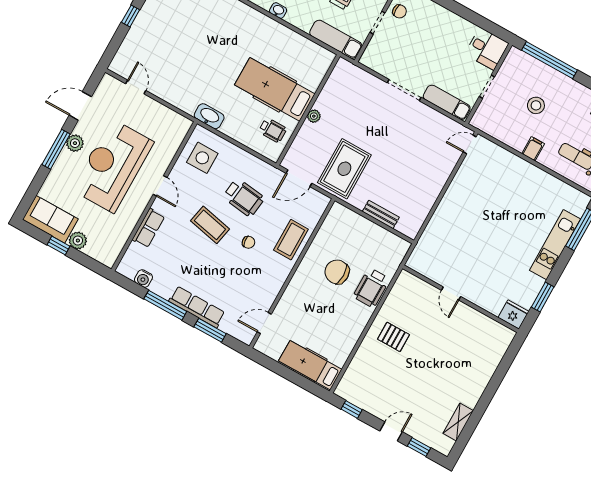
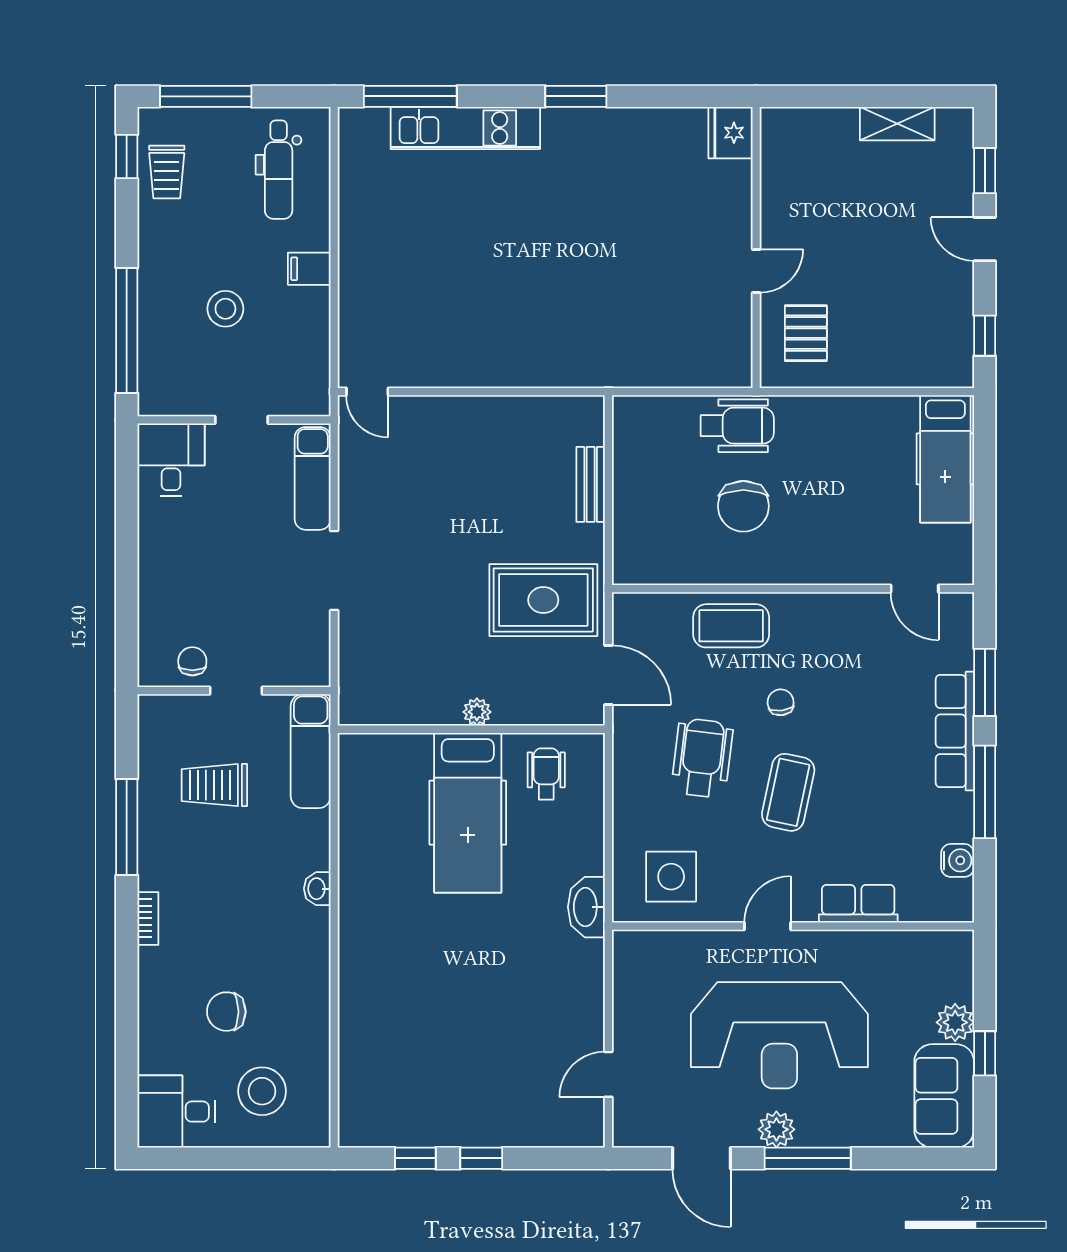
door: (451, 293) -> (756, 271), moved
wall: (461, 299) -> (756, 248), moved
fridge: (513, 315) -> (730, 133), moved

